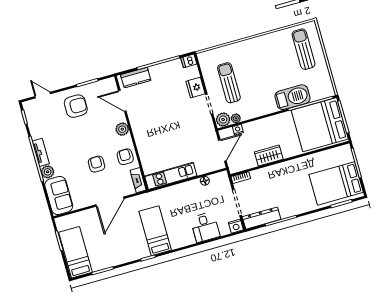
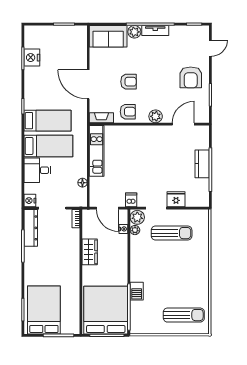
dishwasher: (189, 61) -> (131, 200), moved
kitchen counter: (136, 77) -> (202, 164), moved
barbecue: (292, 97) -> (137, 291), width x0.53, depth x0.65
bed: (75, 252) -> (48, 146), moved
nightstand: (99, 262) -> (32, 58), added

